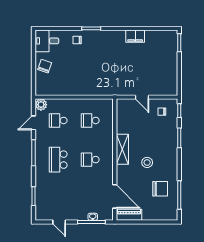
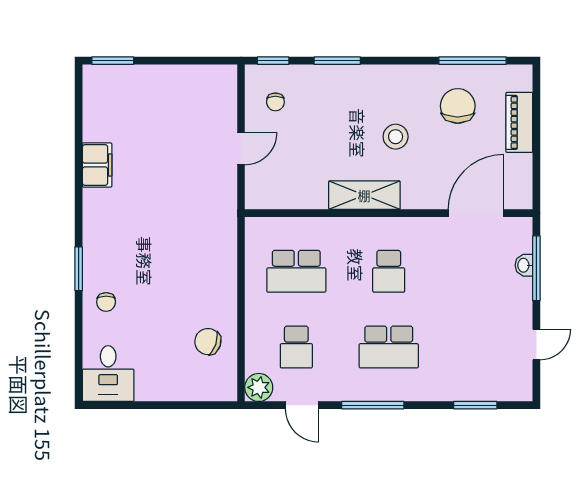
chair: (45, 66) -> (208, 342), moved
school desk: (90, 120) -> (296, 271), width x1.85
piano: (129, 215) -> (519, 122), moved

